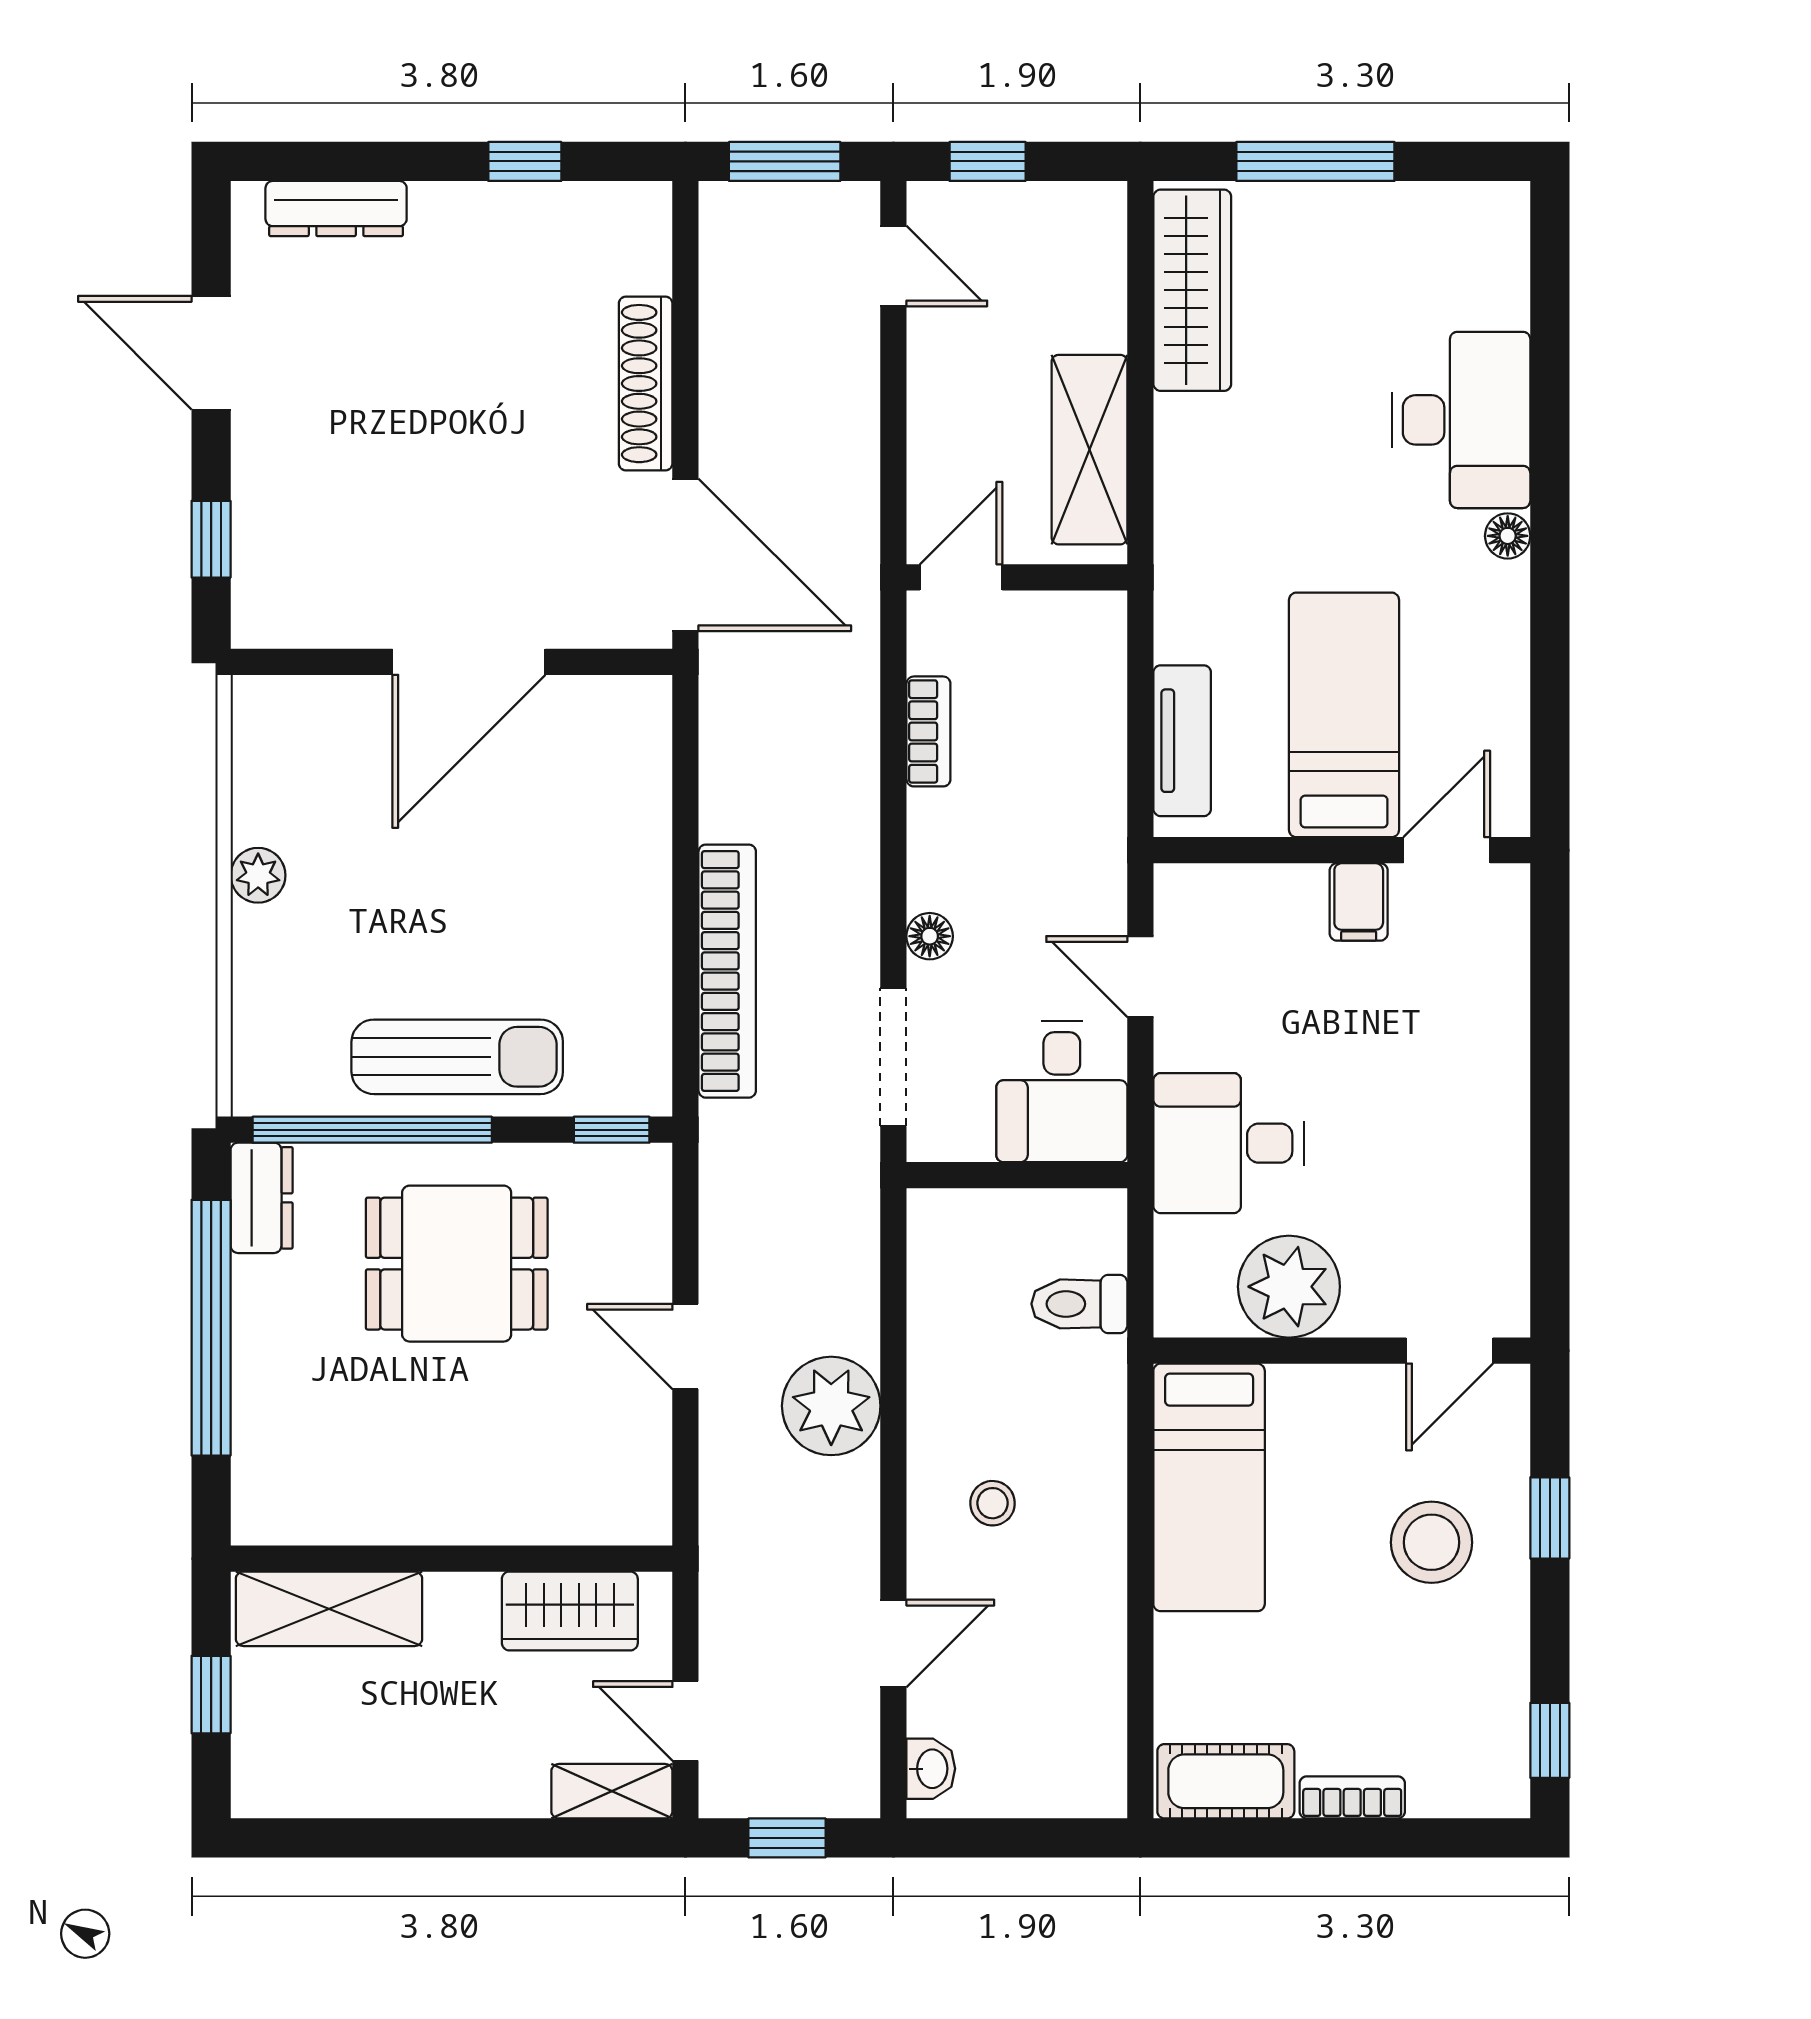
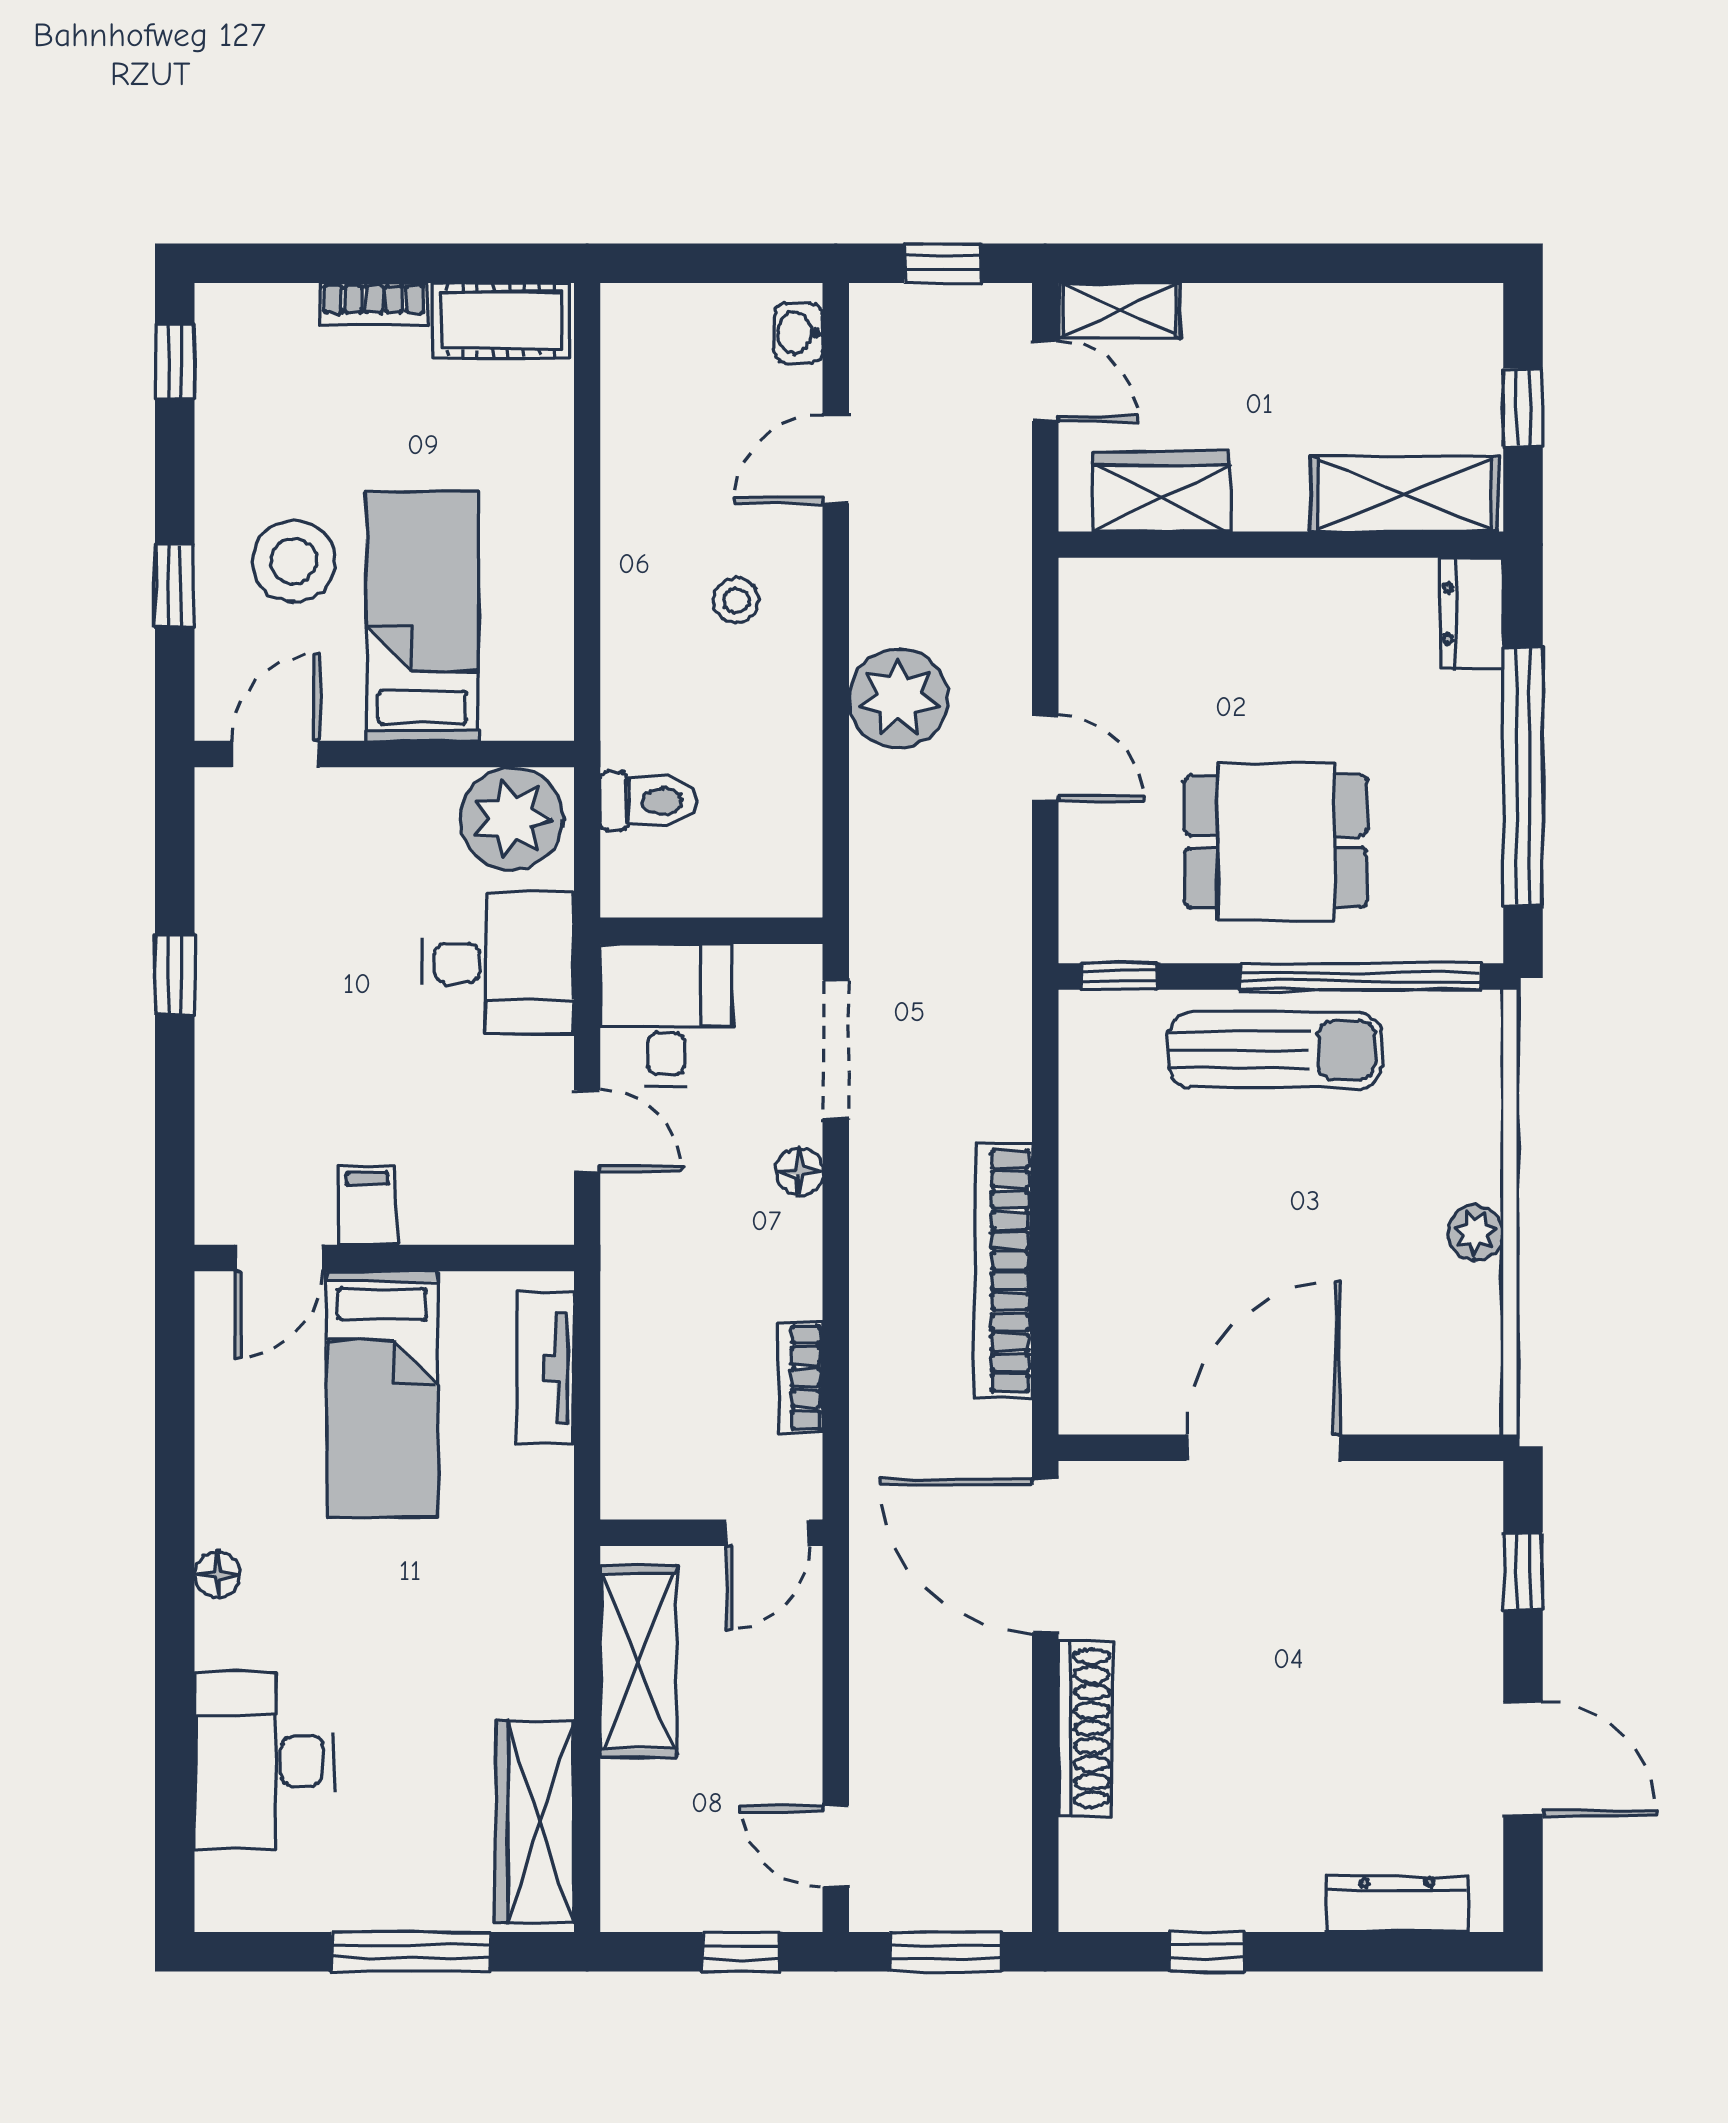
desk: (1461, 420) -> (264, 1761), moved
bookcase: (727, 971) -> (1003, 1271), moved
sun lounger: (457, 1057) -> (1275, 1050), turned 180
window: (1550, 1131) -> (175, 975), added
dresser: (262, 1198) -> (1472, 613), moved
plant: (1289, 1287) -> (512, 819), moved
bed: (1209, 1487) -> (422, 616), moved

